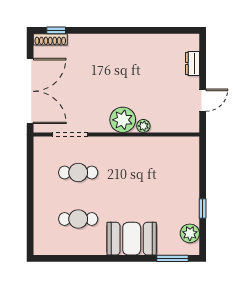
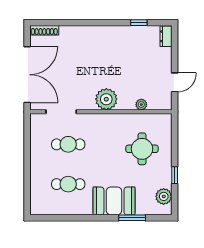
window: (56, 30) -> (139, 23), moved
dresser: (192, 64) -> (166, 36), moved
plant: (143, 126) -> (141, 105), moved
round table: (164, 178) -> (142, 149), added
window: (172, 258) -> (132, 218), moved

